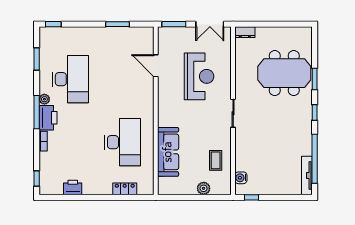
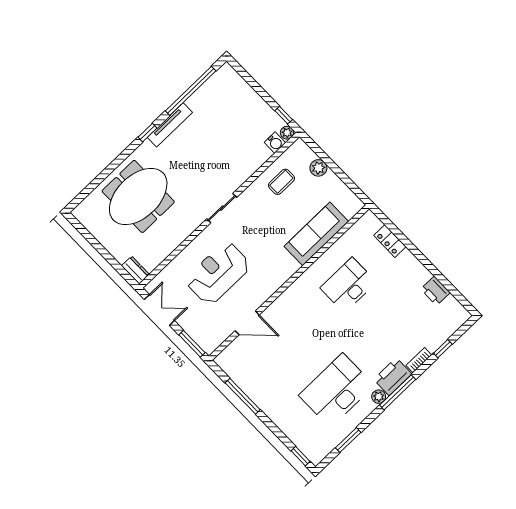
window: (118, 24) -> (243, 396), width x1.44
door: (156, 66) -> (247, 323), hinge flipped
meeting table: (284, 73) -> (138, 196), turned 90
window: (315, 79) -> (116, 163), removed
desk: (123, 142) -> (348, 285), width x0.73, depth x0.77
tv unit: (307, 176) -> (170, 125), moved
window: (37, 179) -> (443, 349), moved
plant: (240, 190) -> (287, 133), added

